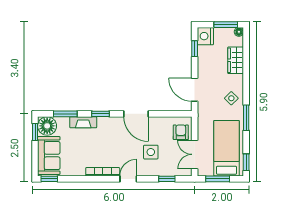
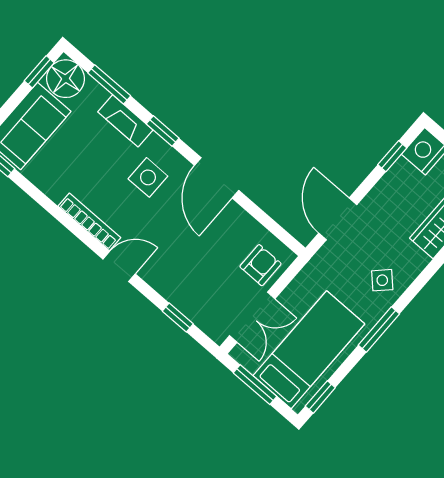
side table: (151, 152) -> (148, 177), moved
double door: (195, 154) -> (252, 317), swing flipped

